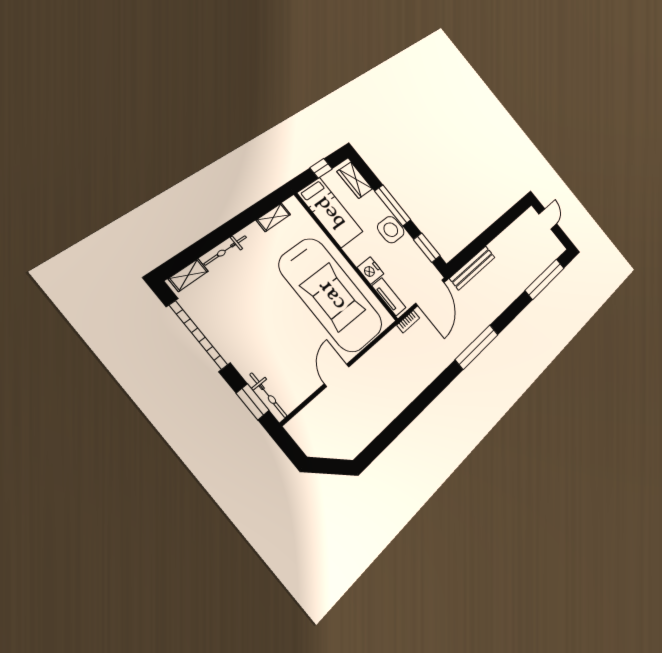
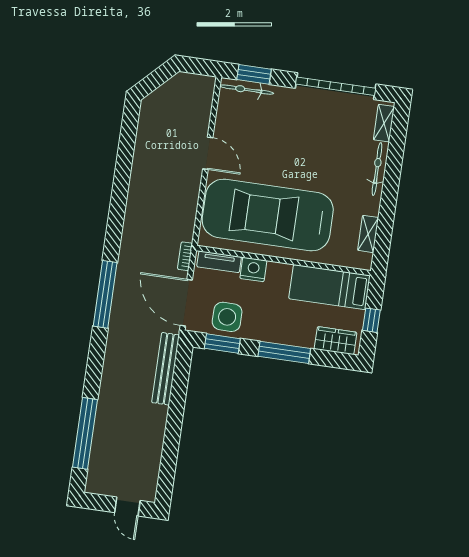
side table: (391, 230) -> (227, 317), moved

